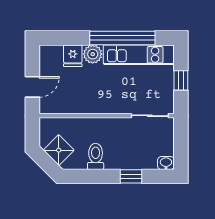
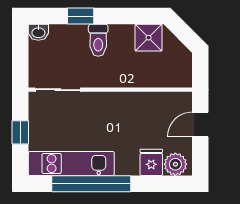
plant: (93, 54) -> (175, 164), moved
shower: (59, 150) -> (149, 38), moved, turned 45
toilet: (96, 156) -> (98, 40), moved

